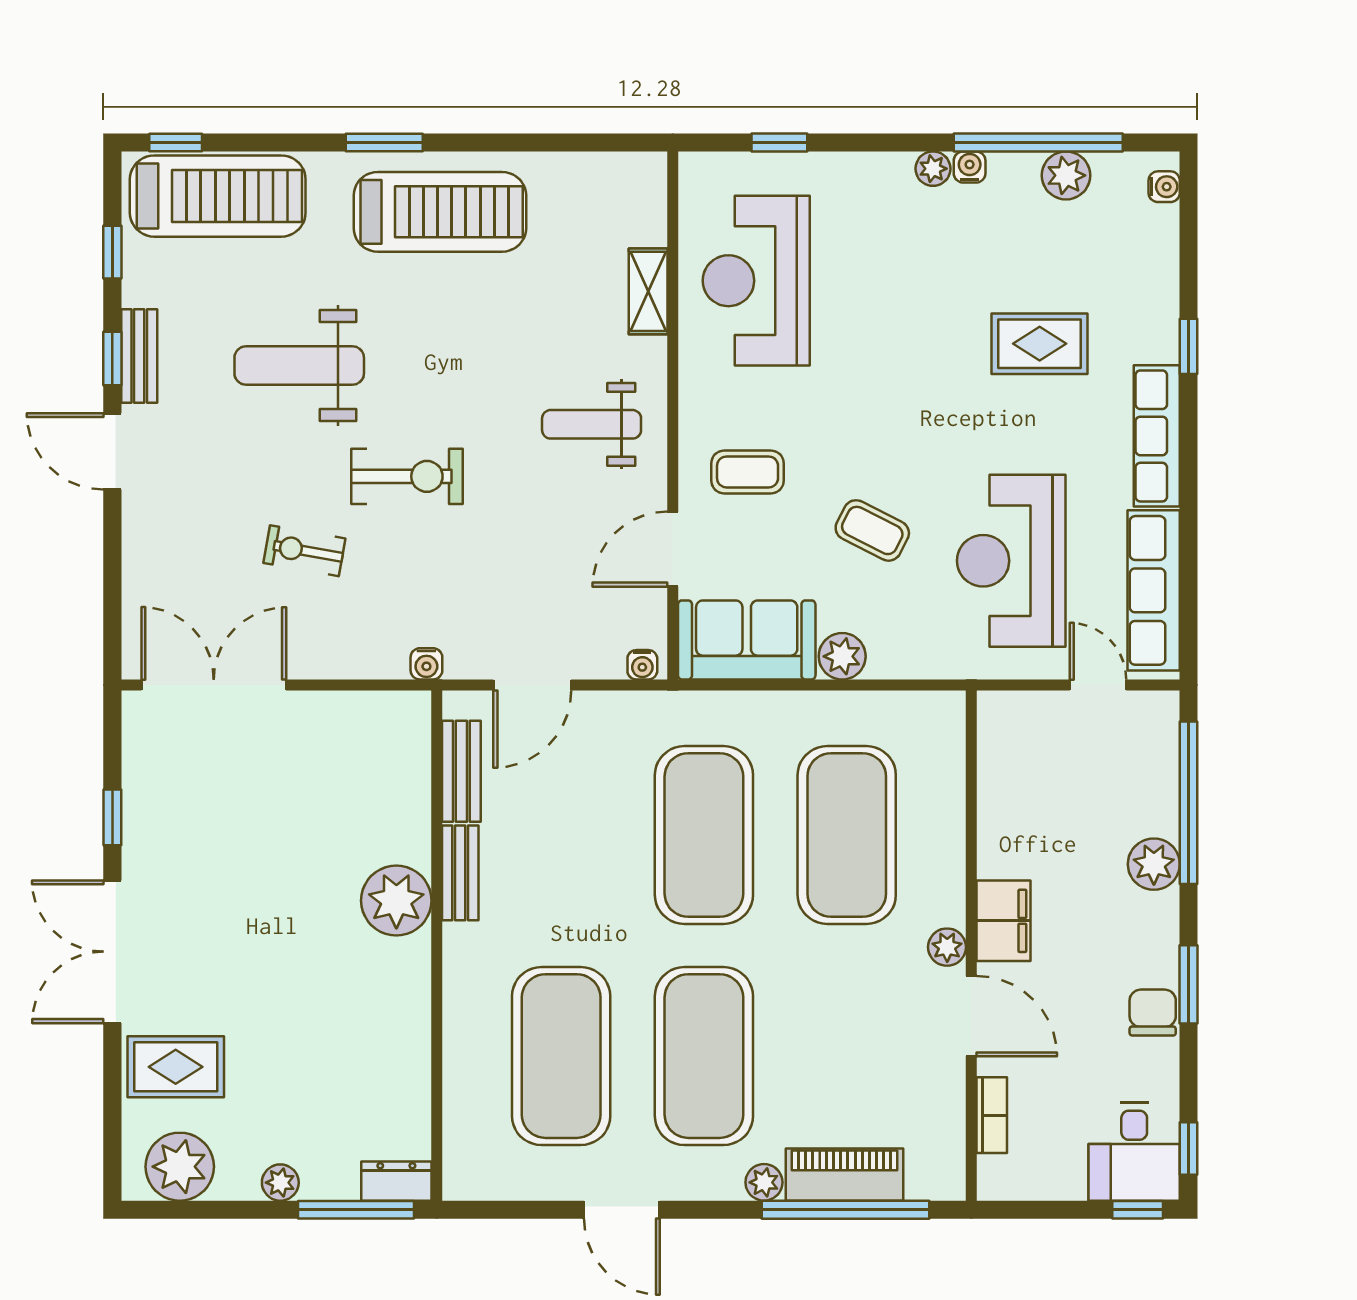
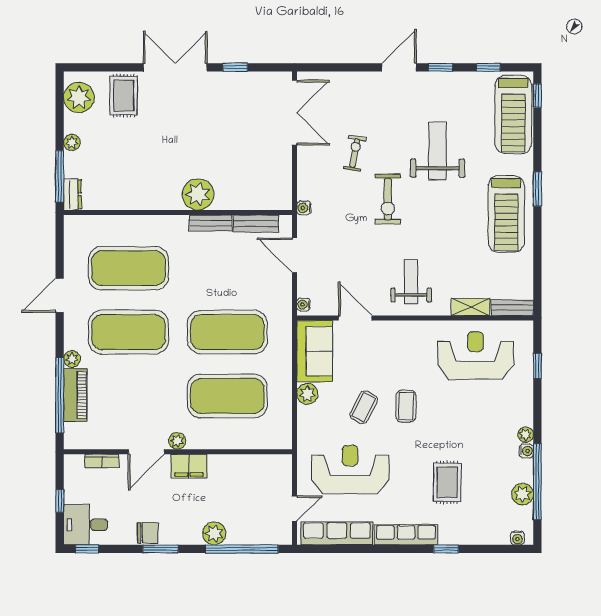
bench: (139, 356) -> (512, 308), moved
coffee table: (748, 472) -> (406, 406), moved
window: (1138, 1210) -> (60, 501), moved

